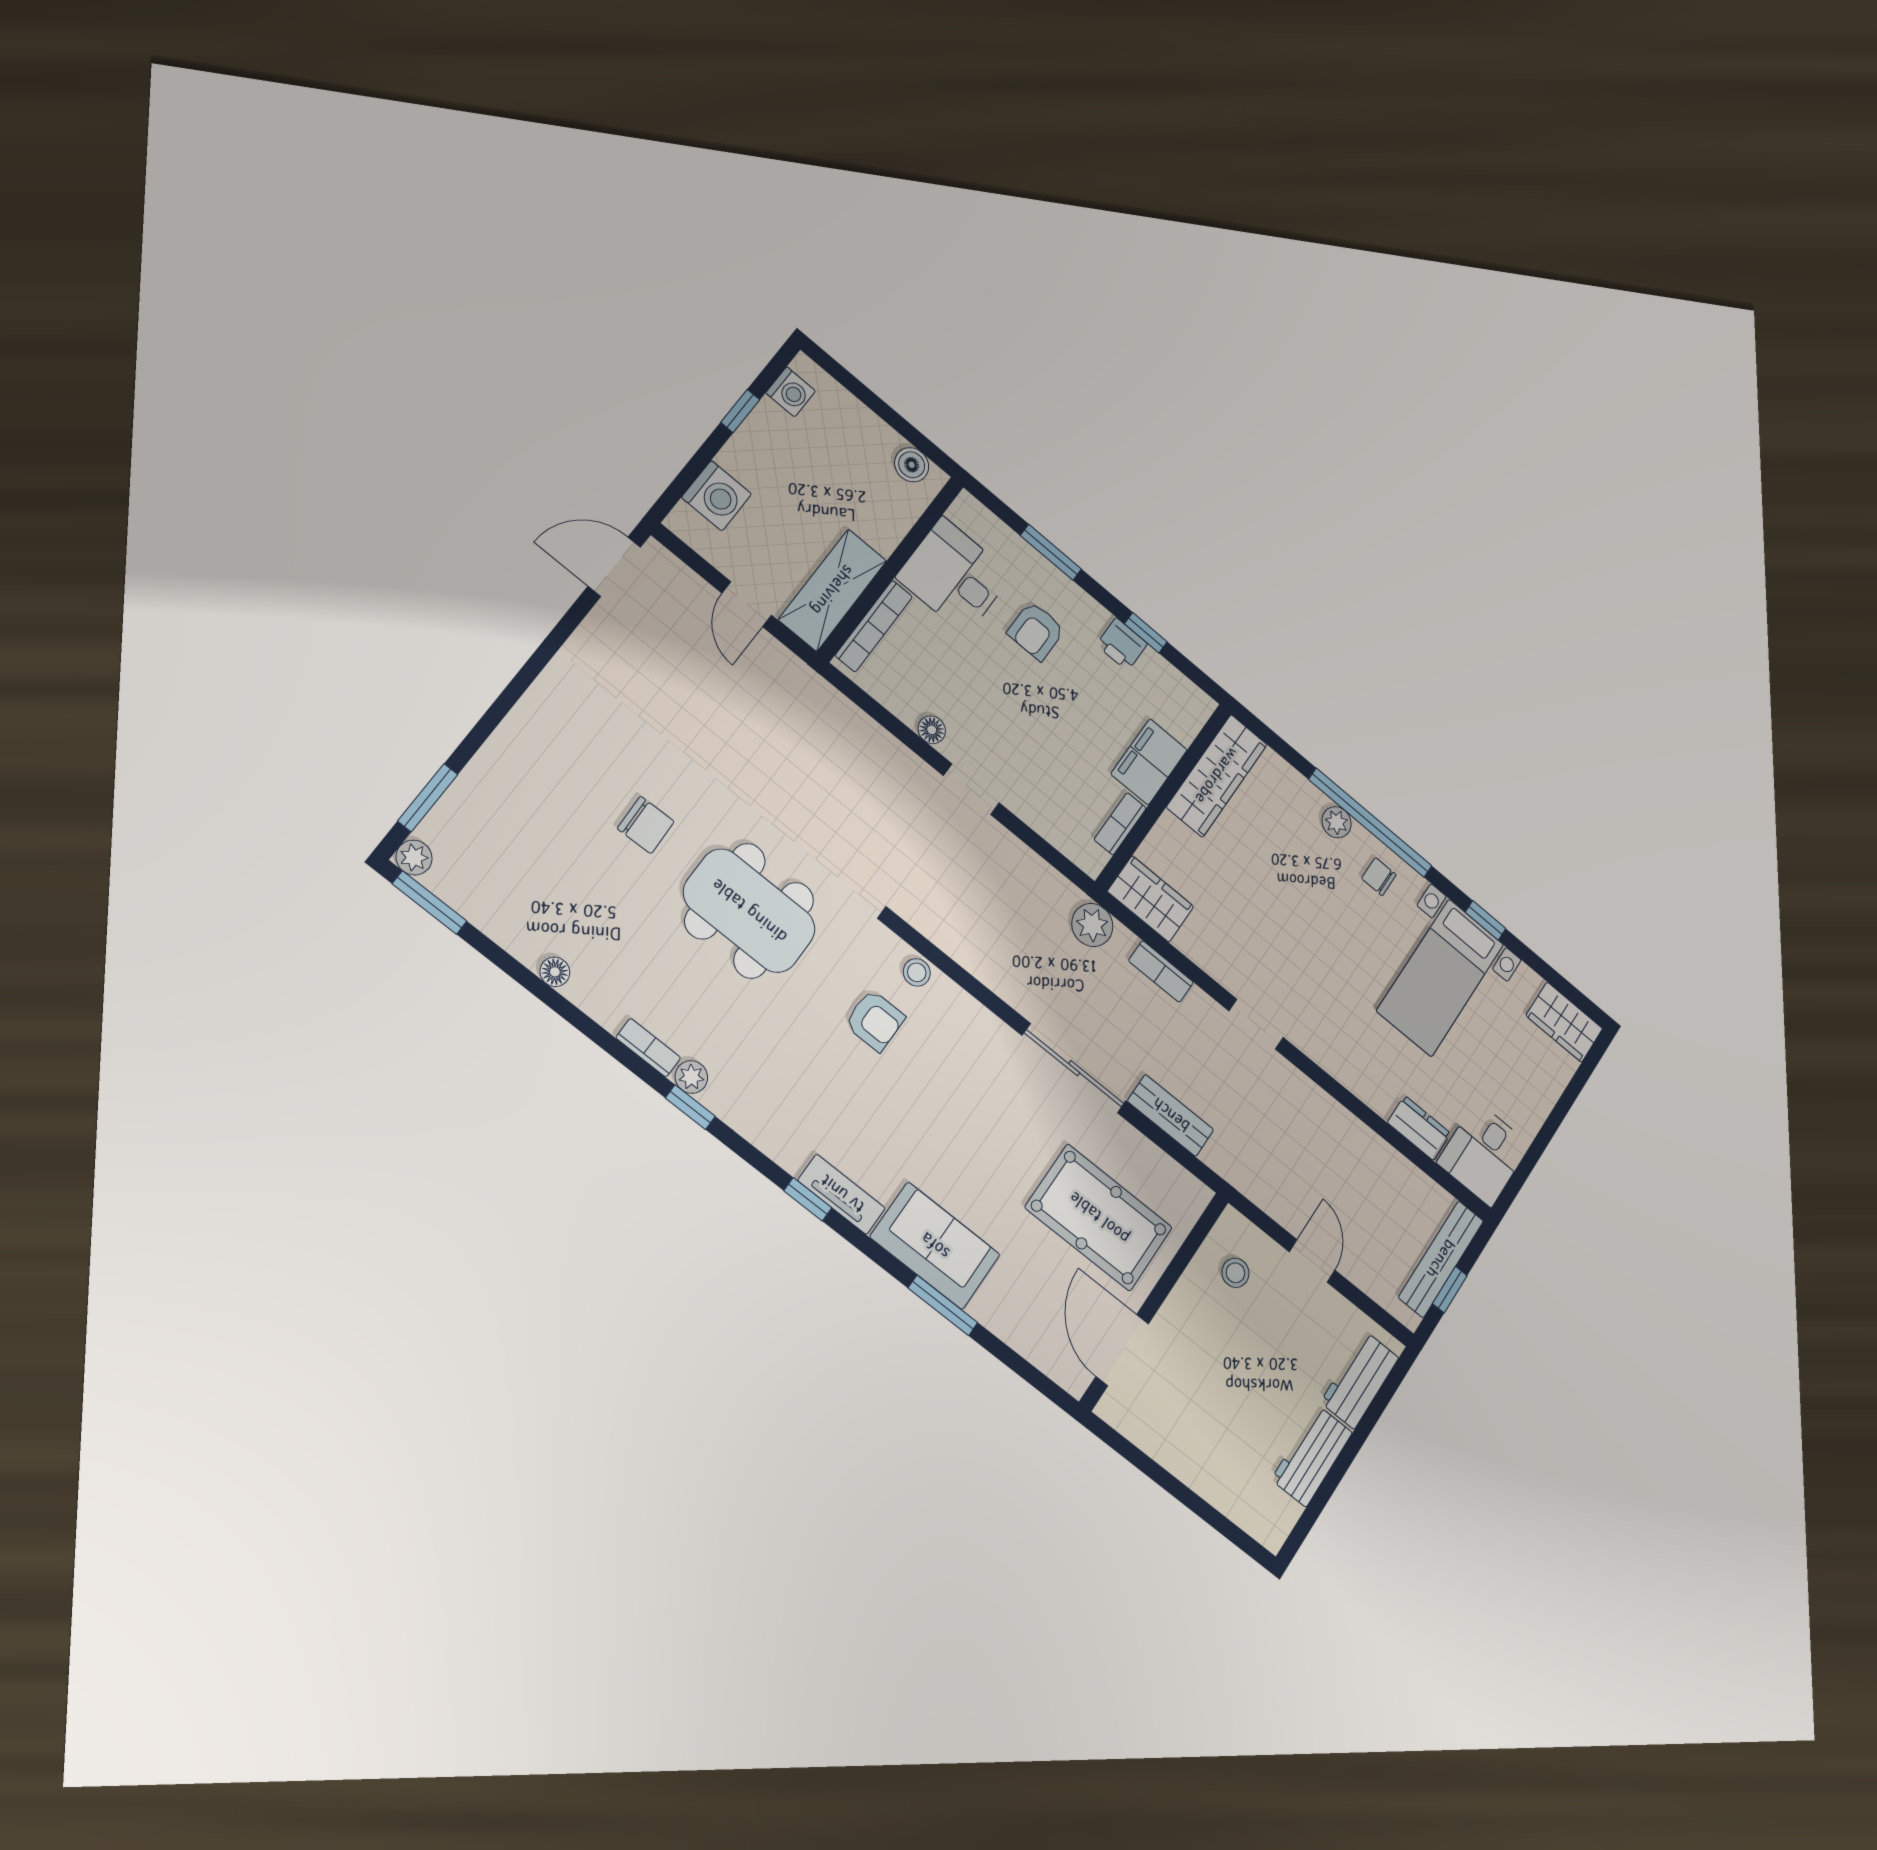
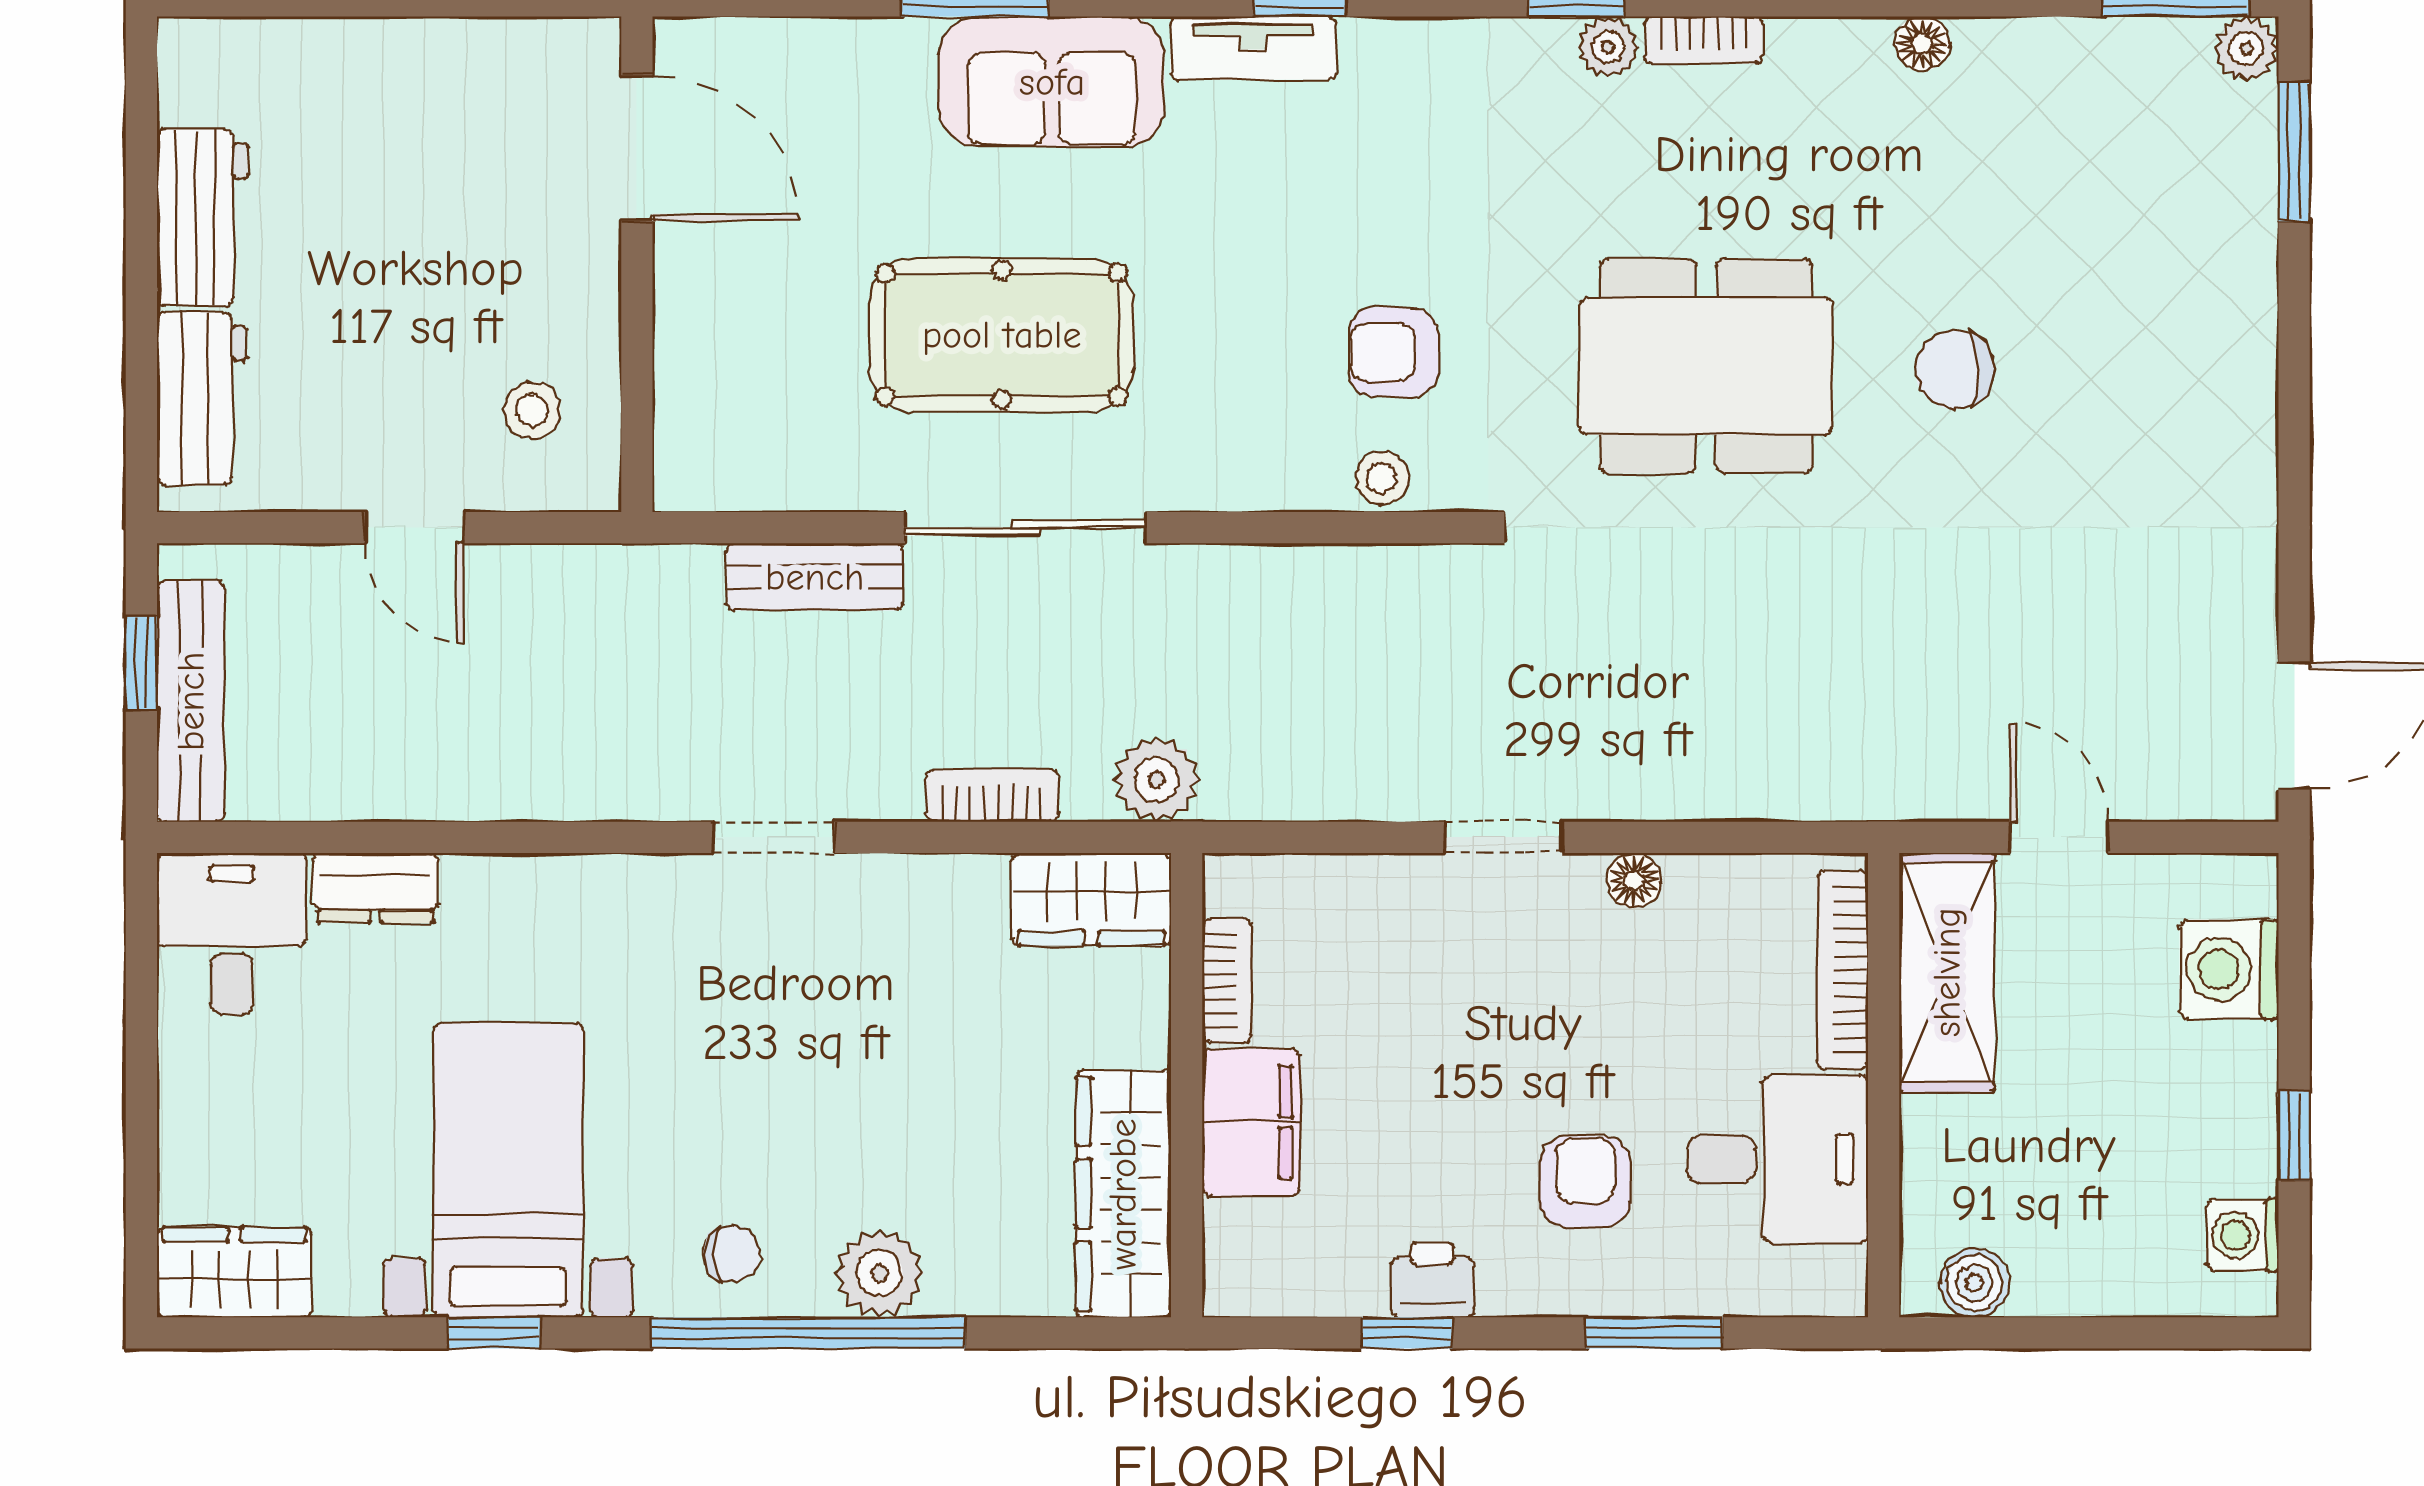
plant: (1337, 822) -> (879, 1273), width x1.38, depth x1.38
pool table: (1099, 1218) -> (1002, 335), moved

